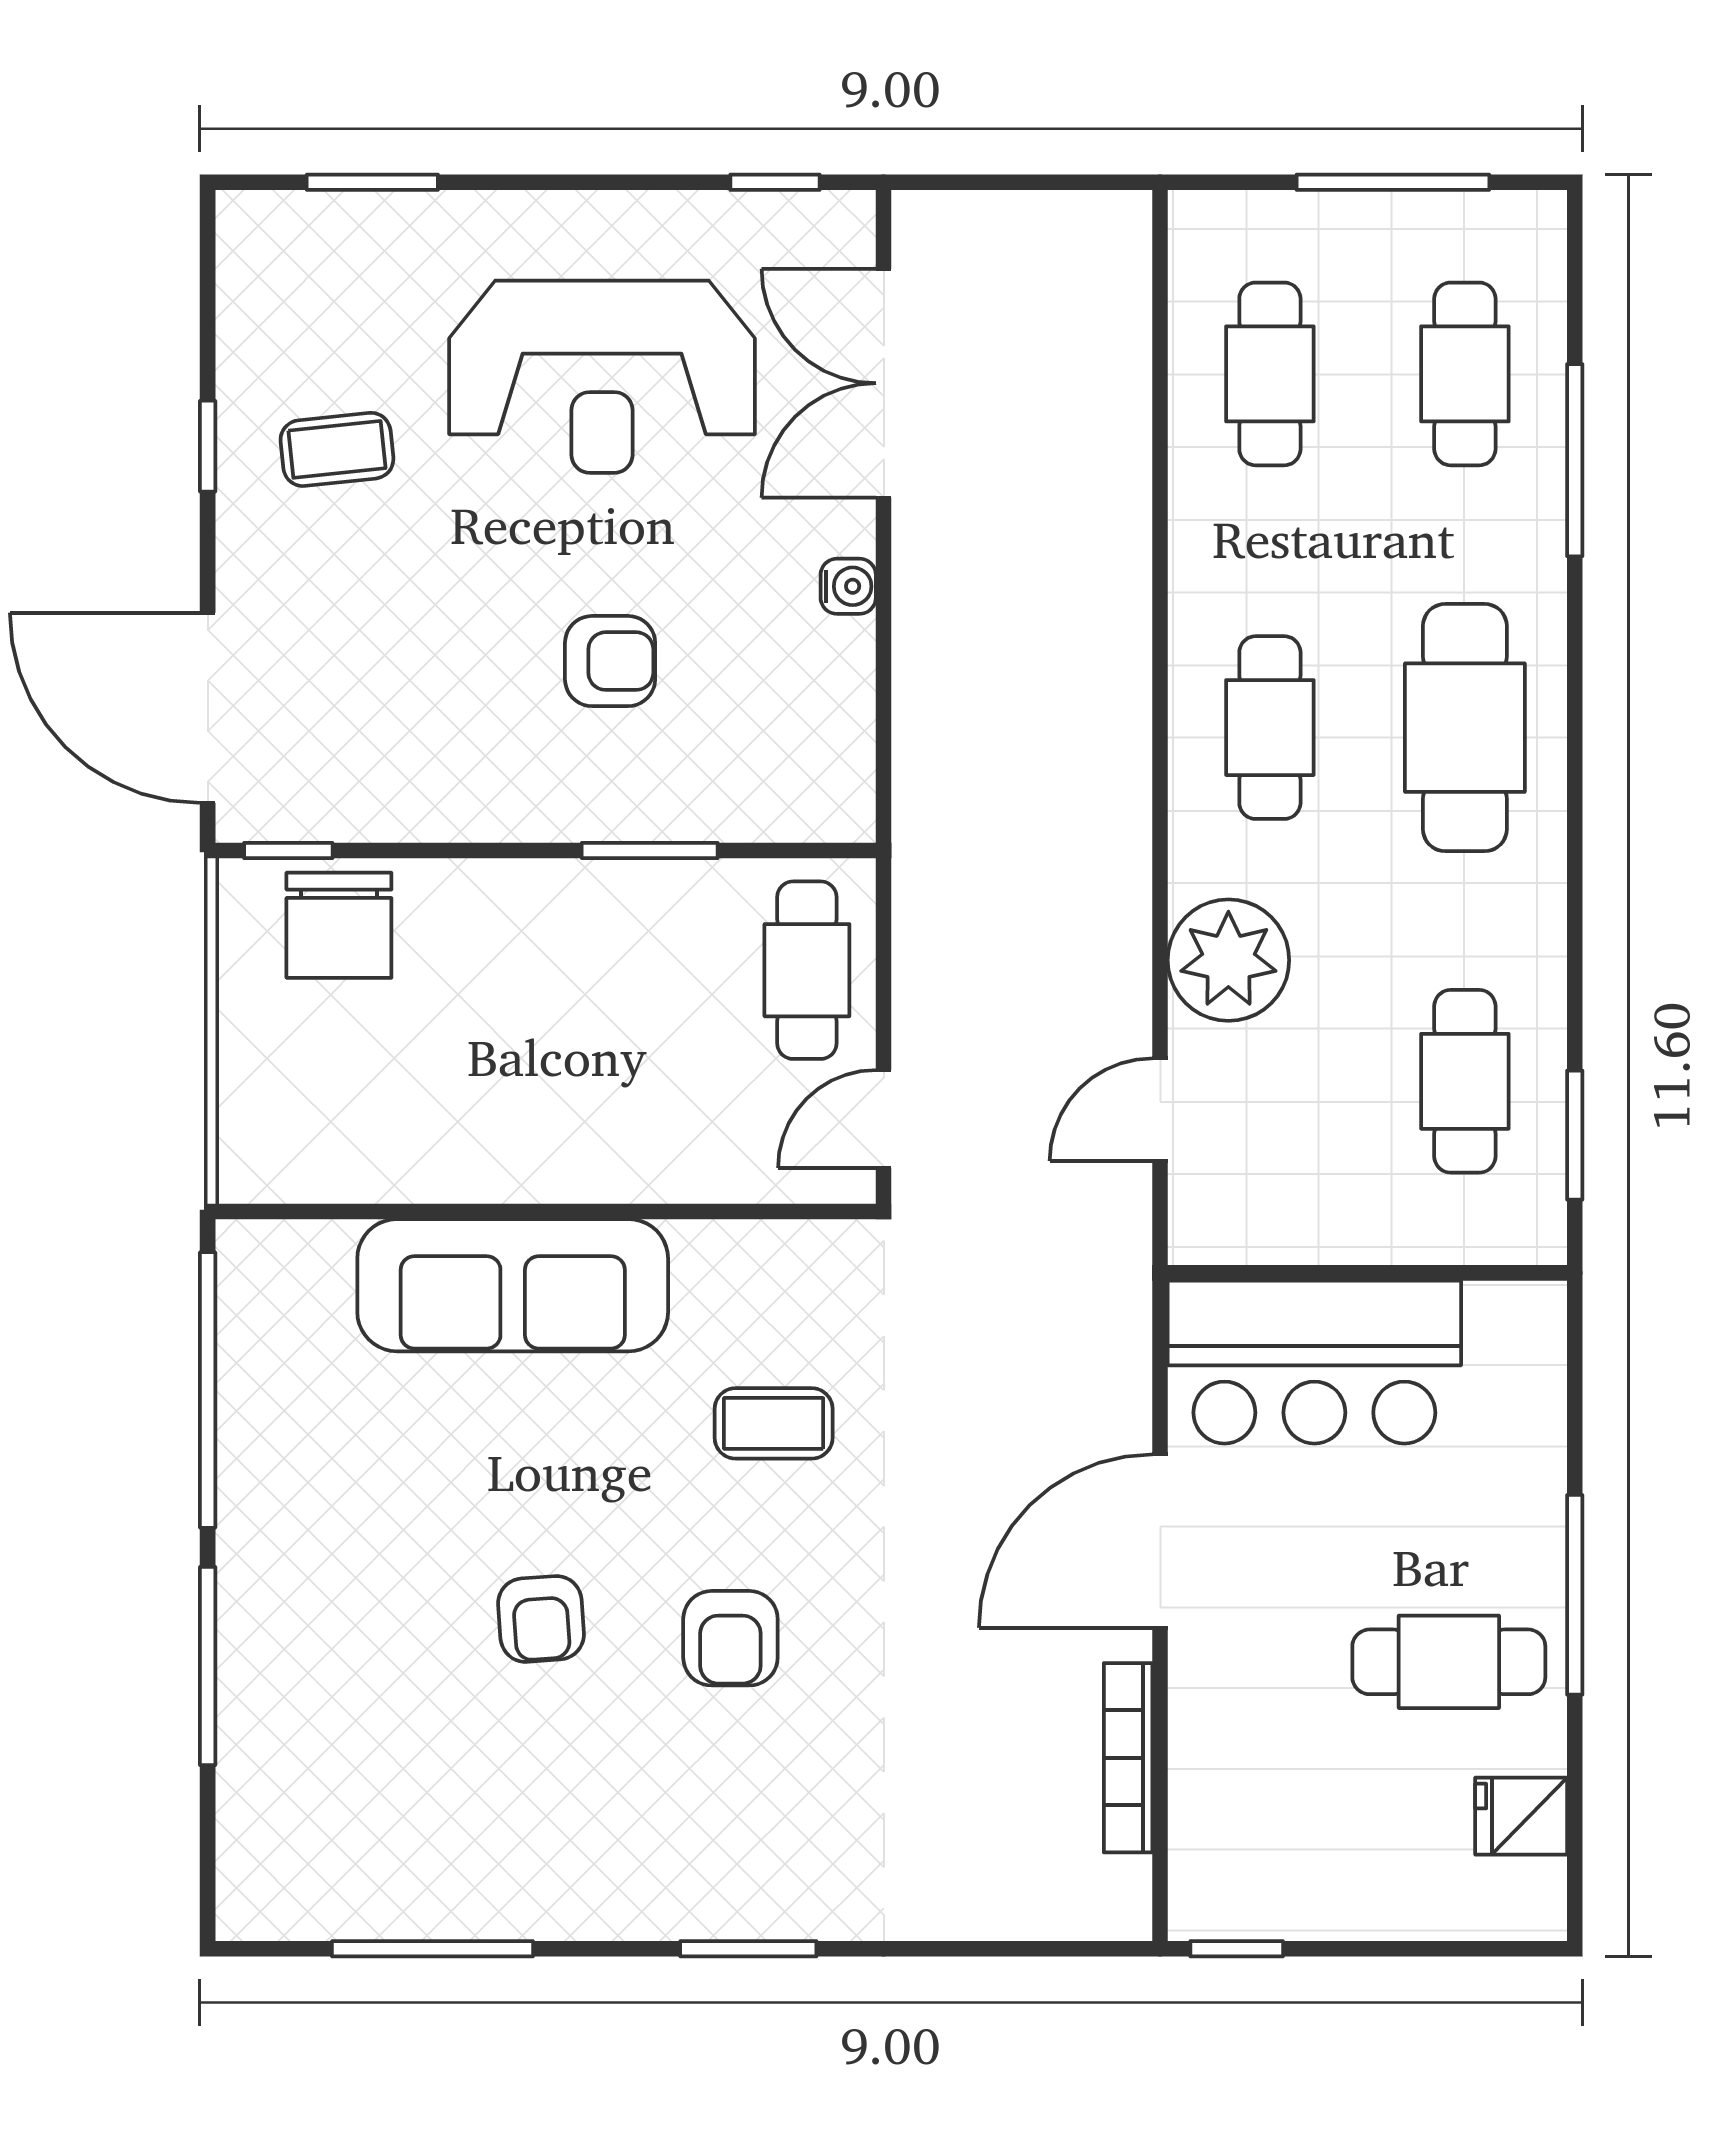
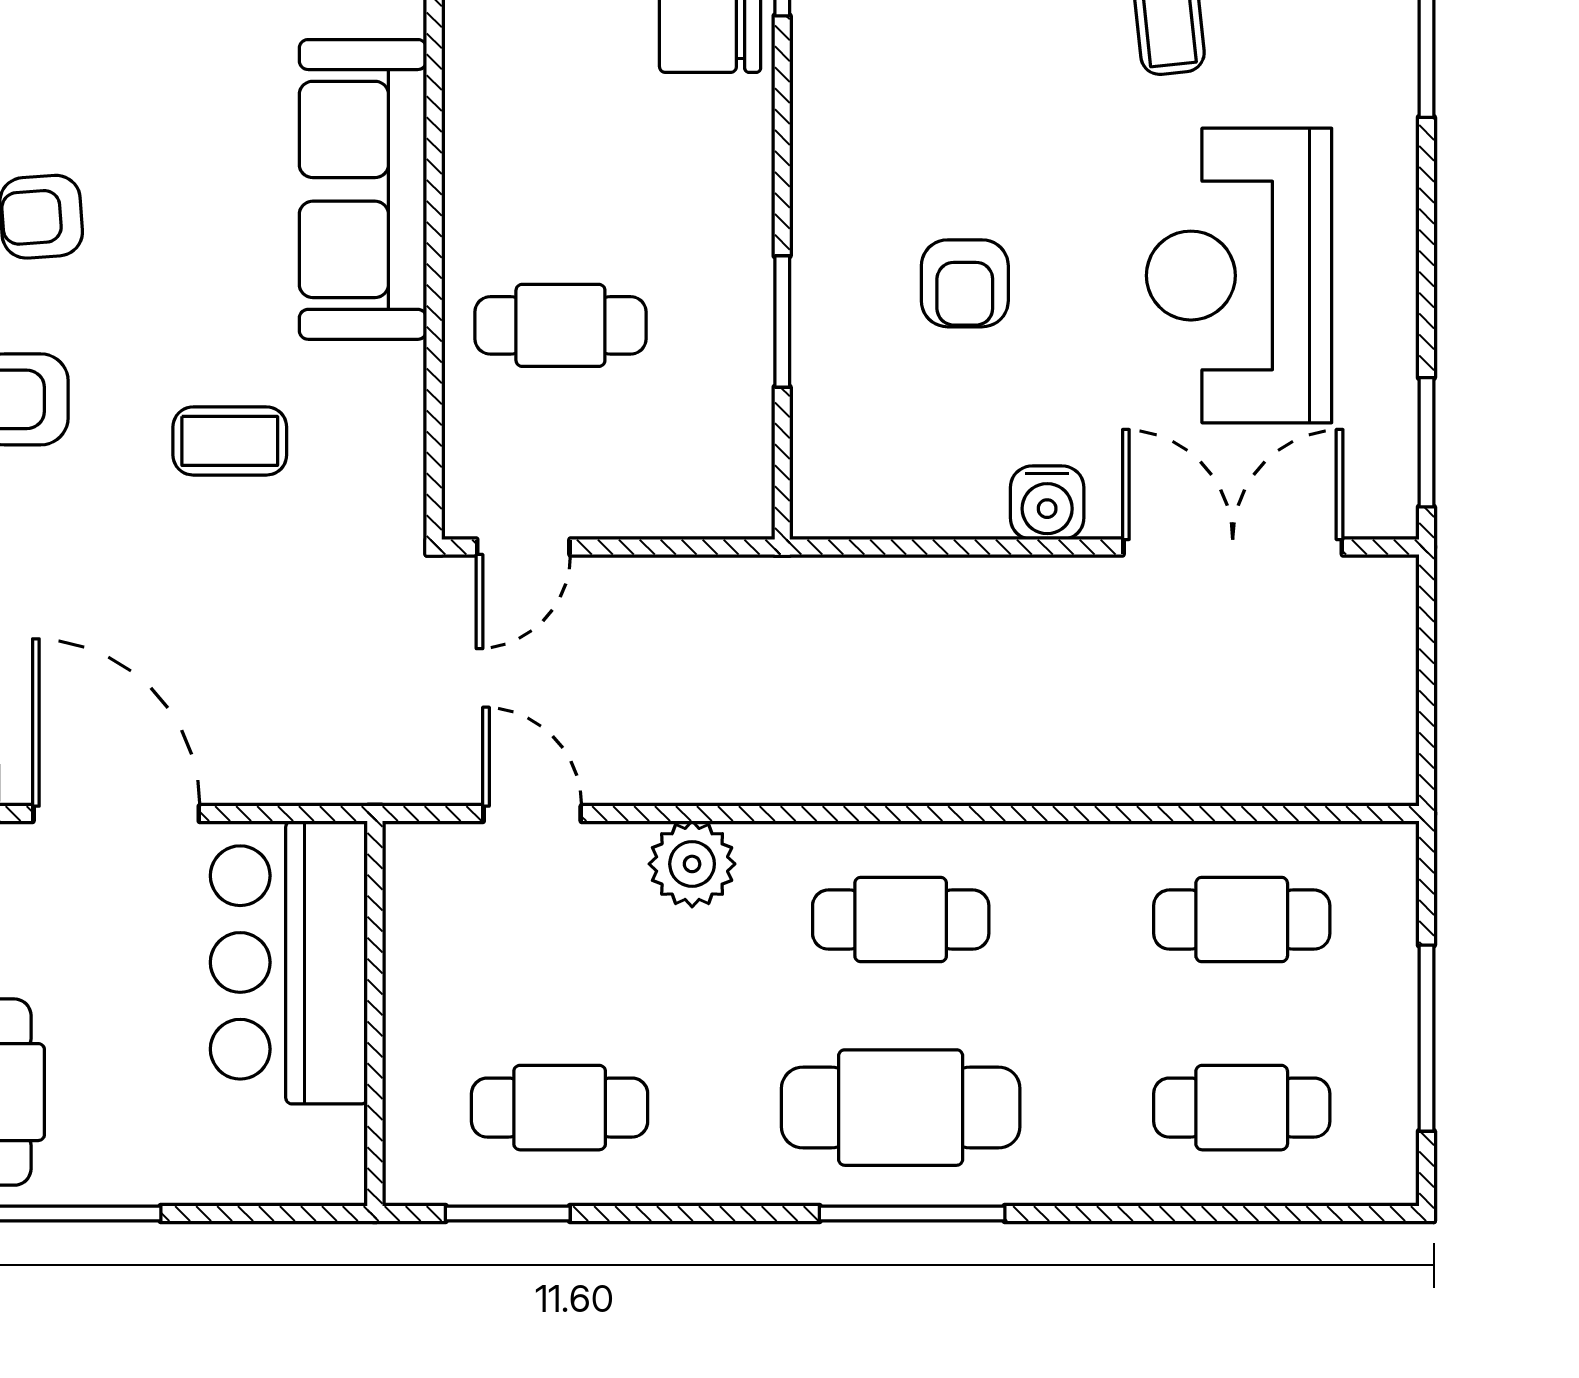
window: (775, 182) -> (1426, 442), width x1.50
window: (1575, 460) -> (912, 1213), moved
water cooler: (848, 586) -> (1047, 503), width x1.38, depth x1.38
plant: (1228, 960) -> (692, 864), width x0.73, depth x0.73
cafe table: (807, 970) -> (560, 325), moved
door: (884, 1119) -> (523, 547), swing flipped
coffee table: (774, 1423) -> (230, 441), turned 90

